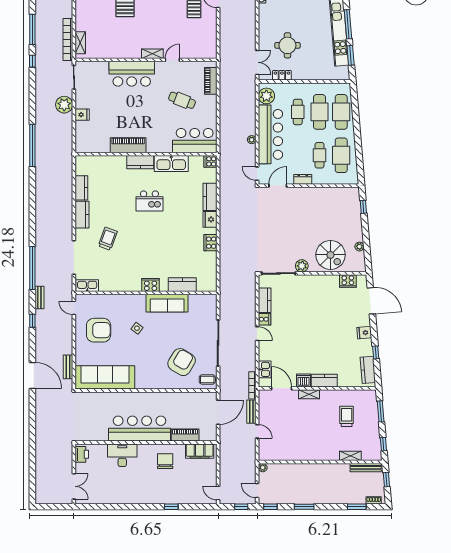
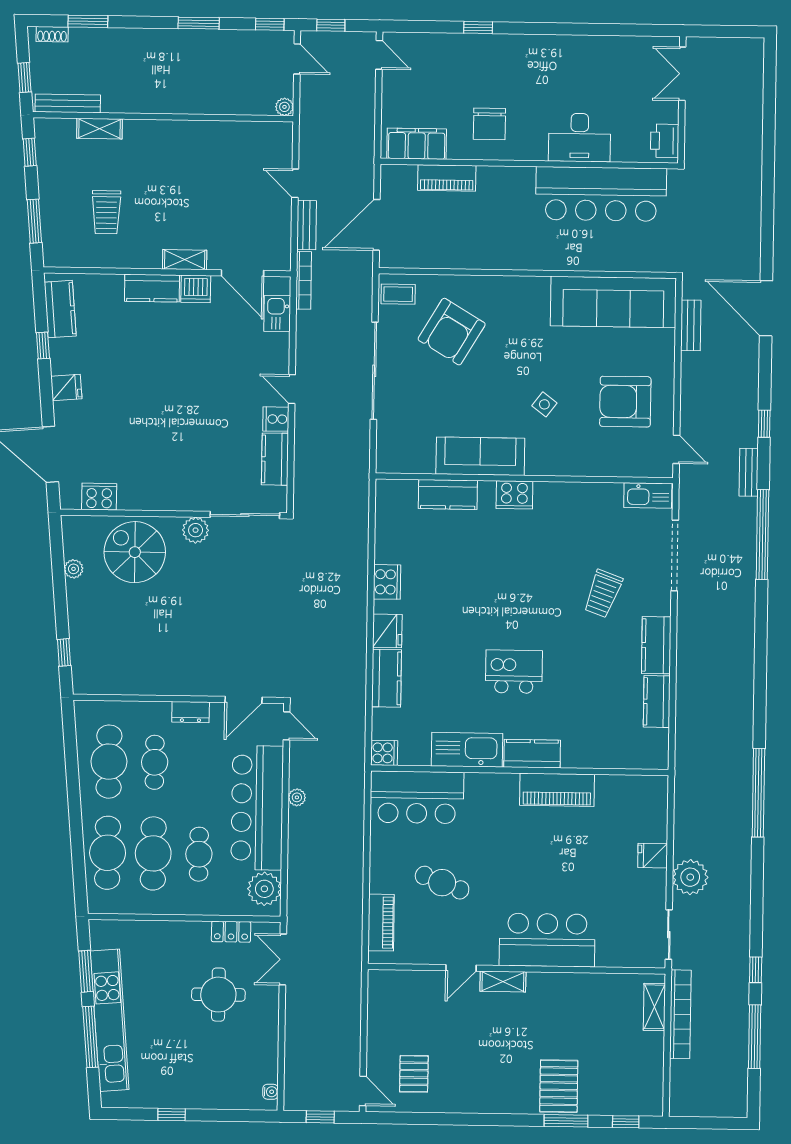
bar counter: (139, 429) -> (601, 194), moved

